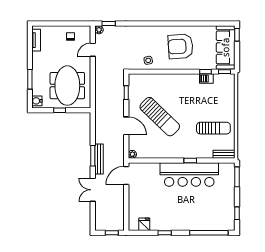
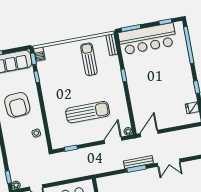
barbecue: (206, 79) -> (39, 54), moved
sun lounger: (160, 117) -> (88, 112), turned 46
door: (126, 126) -> (113, 140), moved
bar counter: (189, 174) -> (147, 39), moved, turned 90
door: (126, 175) -> (149, 134), swing flipped

